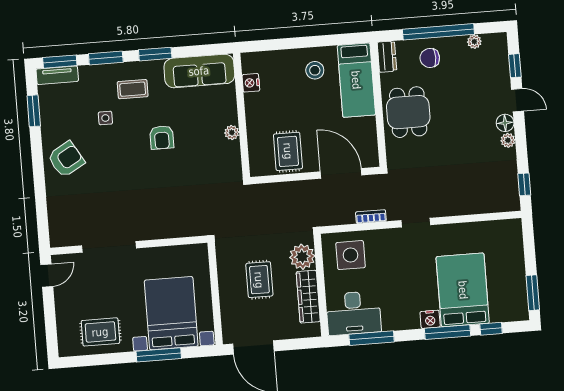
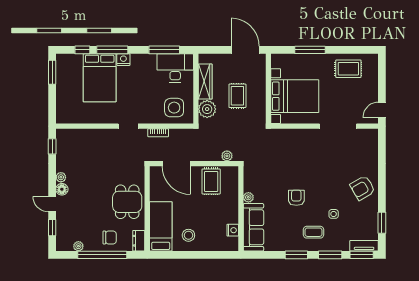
sofa: (199, 71) -> (253, 227), moved, turned 90
plant: (268, 191) -> (227, 156), added
bed with nightstands: (171, 313) -> (295, 96), moved, turned -90

